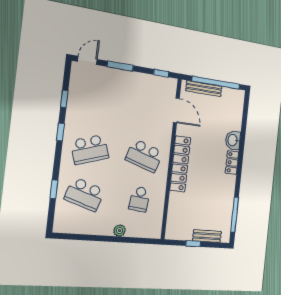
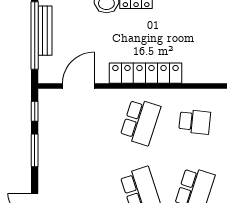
window: (120, 66) -> (35, 150), moved
bench: (204, 89) -> (45, 31), moved

